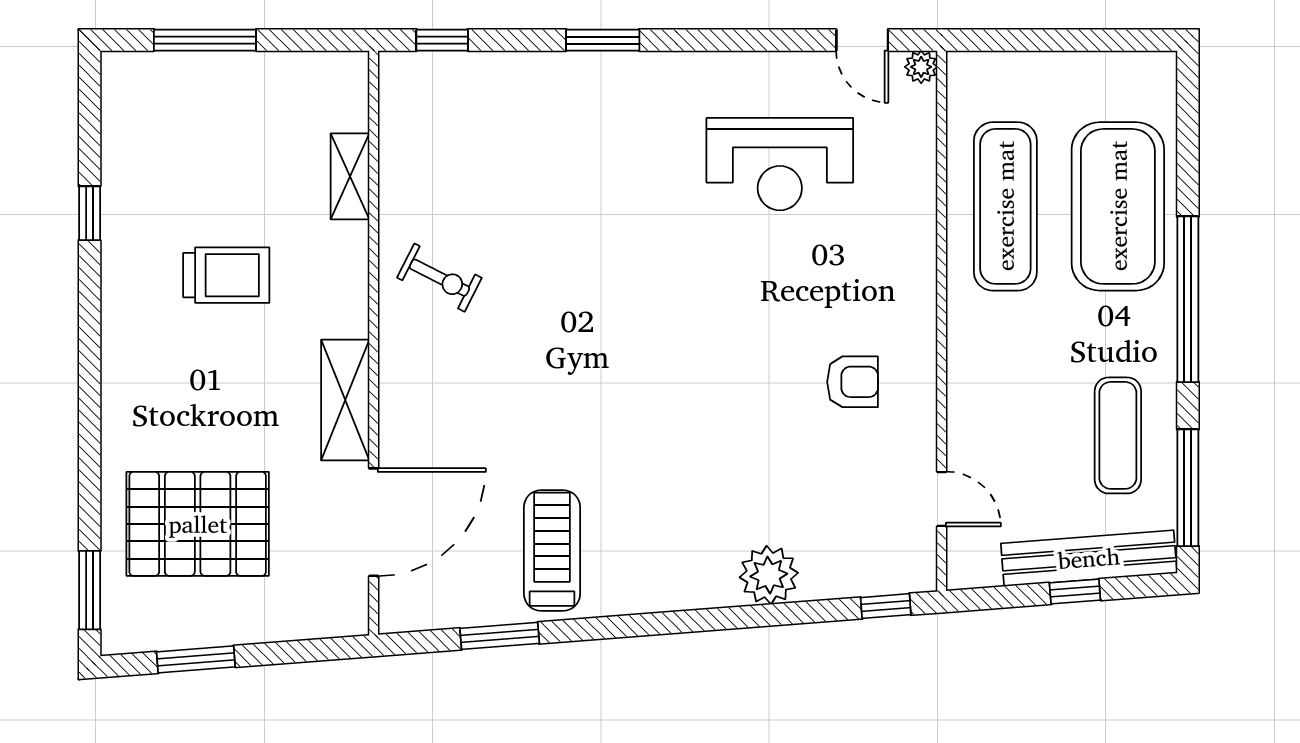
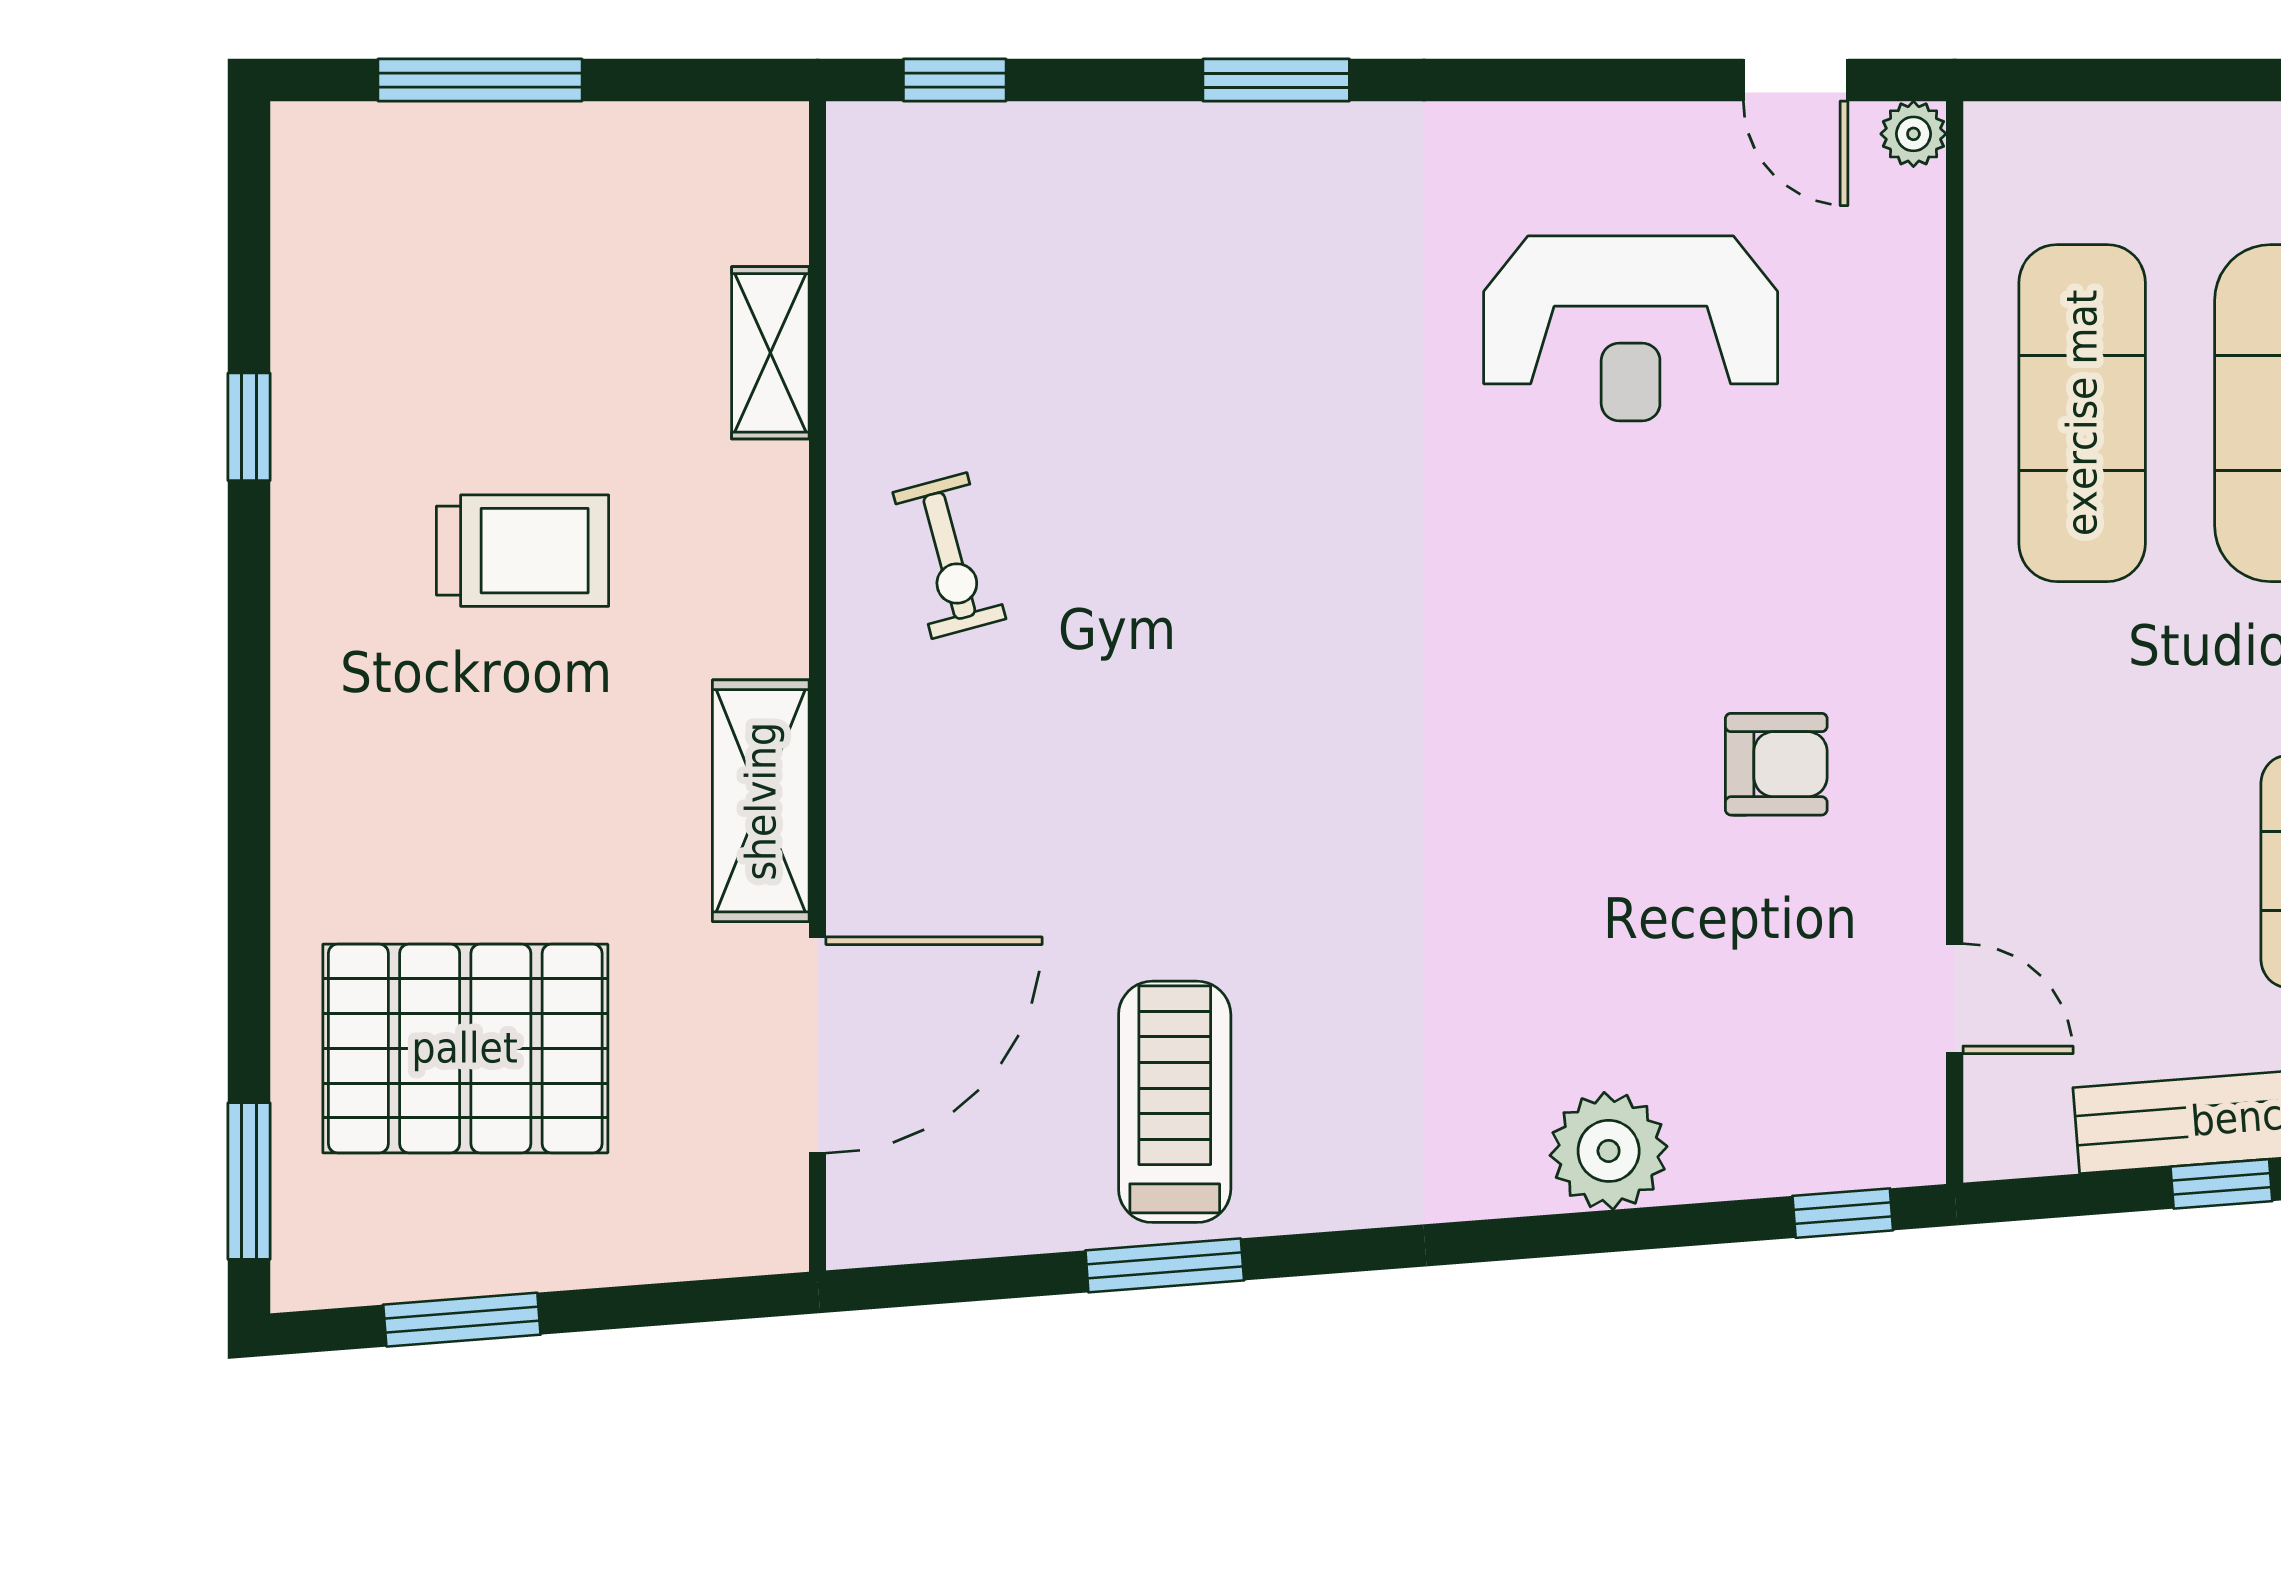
exercise bike: (439, 278) -> (949, 556), turned 48
window: (500, 636) -> (1165, 1265), moved

